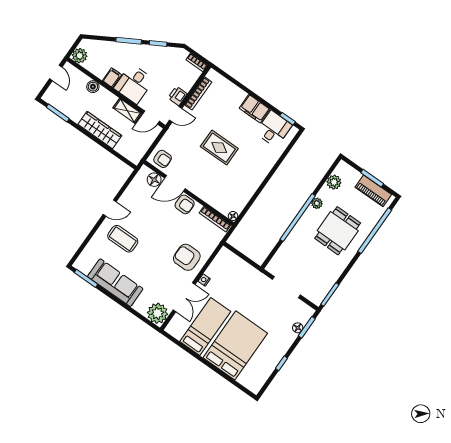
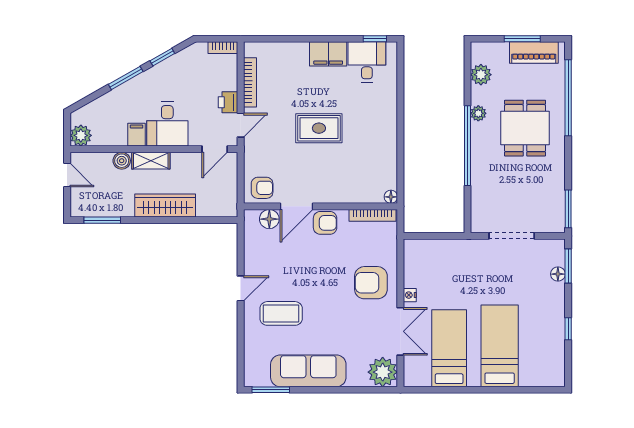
shelving: (127, 111) -> (151, 161), moved
bed: (235, 345) -> (500, 346), width x0.67

